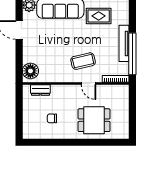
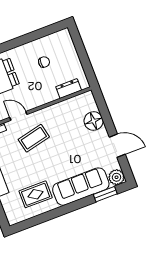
floor lamp: (30, 71) -> (94, 121), moved

